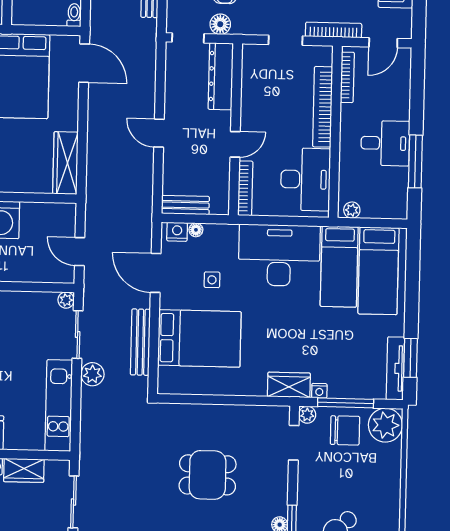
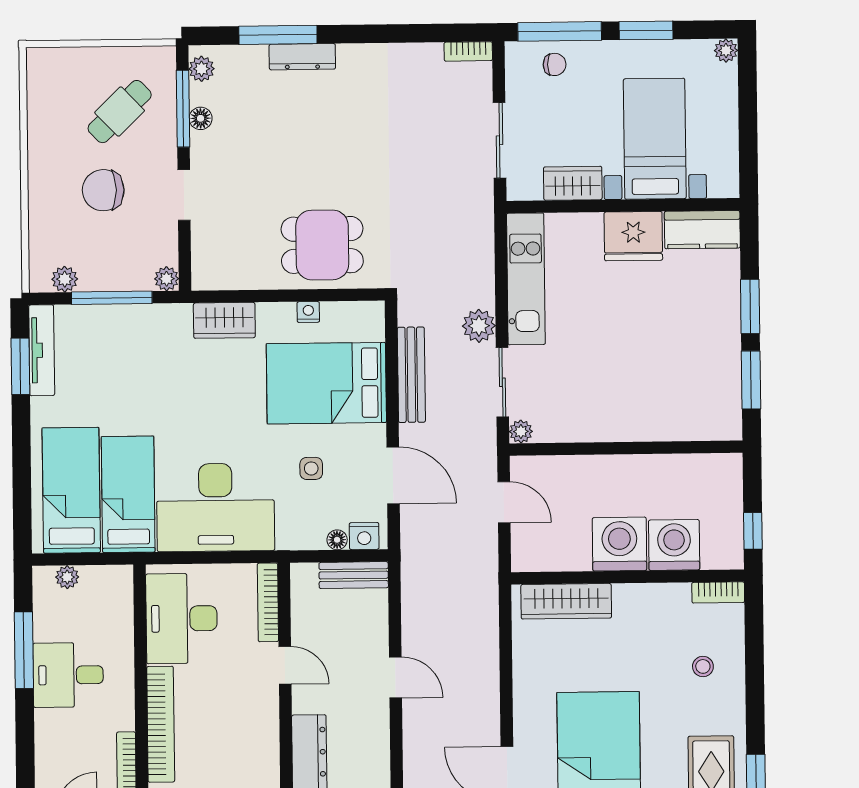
door: (235, 144) -> (285, 665), swing flipped
wardrobe: (65, 163) -> (566, 601), moved, turned 90
plant: (352, 210) -> (67, 577), moved
wardrobe: (289, 385) -> (224, 320), moved
nightstand: (319, 391) -> (308, 312), moved
plant: (385, 425) -> (65, 279), width x0.53, depth x0.53
chair: (345, 430) -> (103, 190), moved
doorway: (294, 443) -> (184, 195), moved
dining table: (208, 475) -> (322, 245), moved

